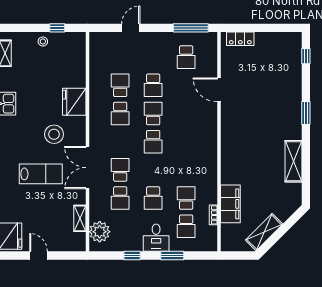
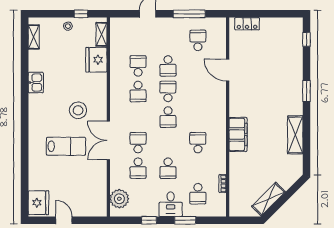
window: (191, 28) -> (189, 14), moved
school desk: (186, 57) -> (198, 40), turned 180
fridge: (74, 102) -> (96, 60), moved
school desk: (186, 198) -> (198, 143), moved
filing cabinet: (230, 204) -> (238, 134), moved
shelving: (80, 218) -> (101, 34), moved

